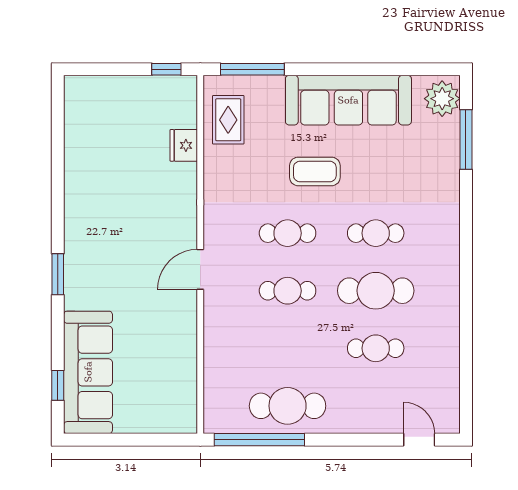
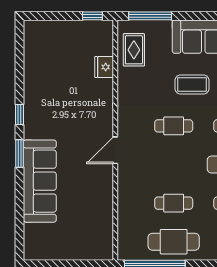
cafe table: (288, 291) -> (174, 203), moved
sofa: (88, 372) -> (40, 181), moved
window: (58, 385) -> (20, 115), moved

